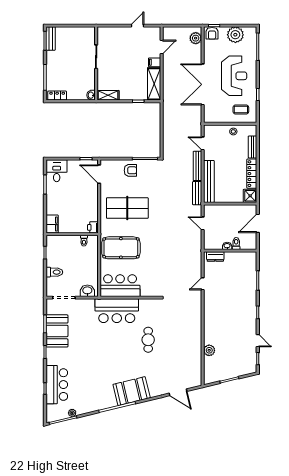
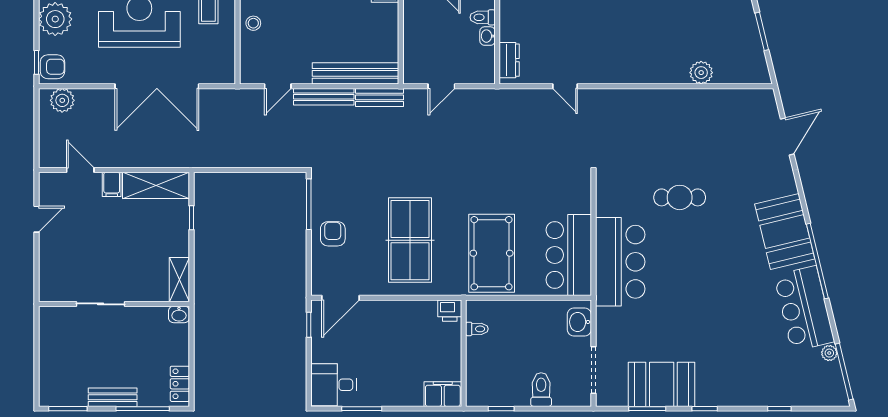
door: (138, 26) -> (37, 219), swing flipped
bench: (51, 38) -> (113, 397), moved
bar counter: (57, 385) -> (804, 309), moved, turned -104

